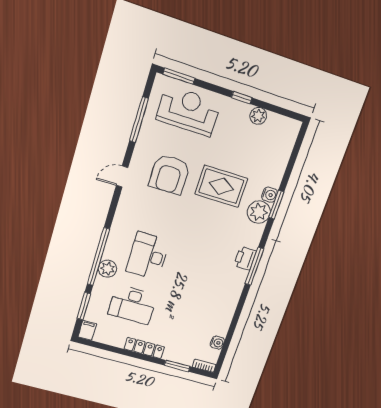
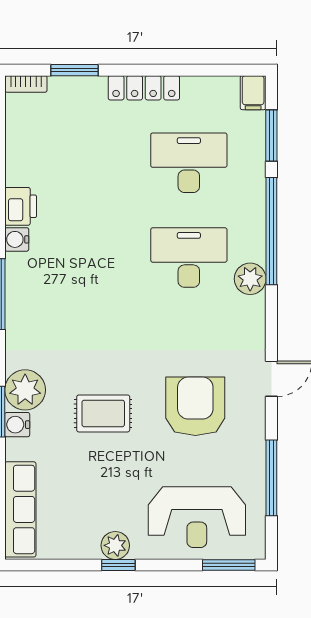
plant: (258, 116) -> (115, 545), moved
row of seats: (284, 147) -> (20, 509), added
rug: (221, 186) -> (103, 413), width x0.73, depth x0.70
desk: (148, 256) -> (189, 258), turned -90
printer: (245, 258) -> (21, 206), moved
plant: (107, 269) -> (250, 279), moved
water cooler: (217, 343) -> (17, 239), moved

